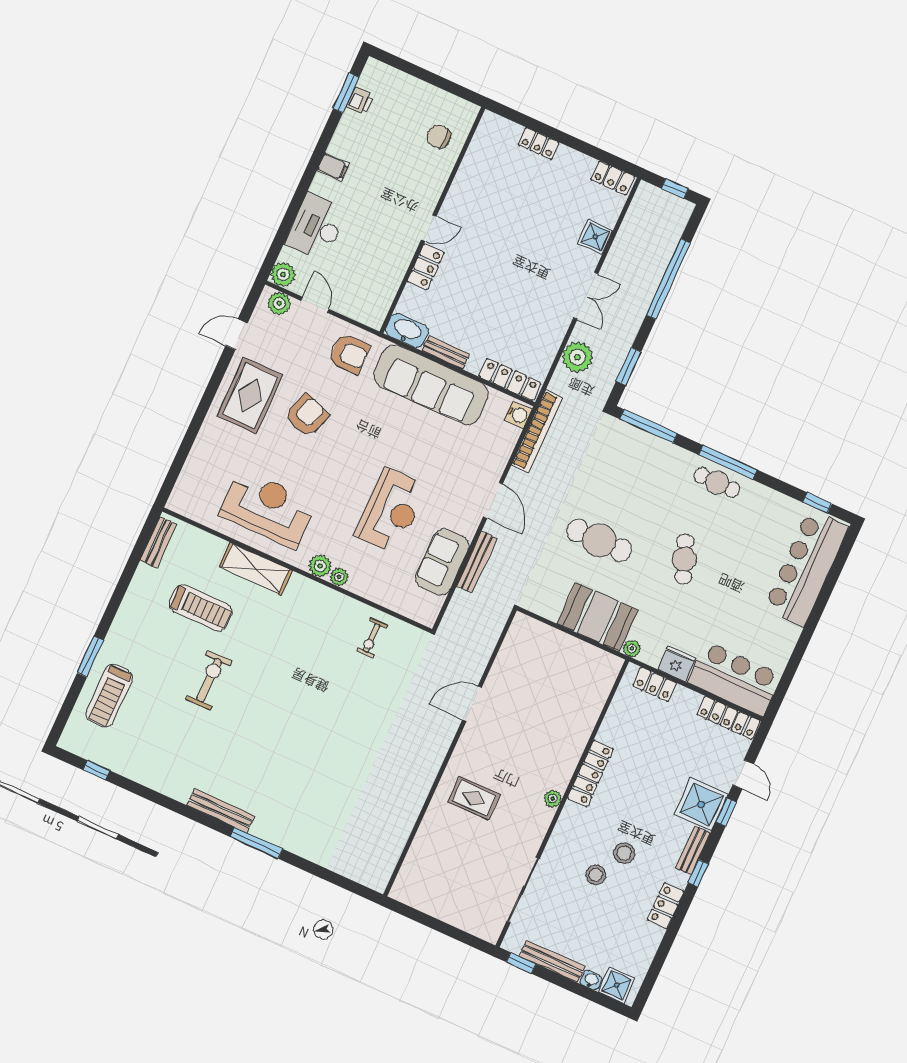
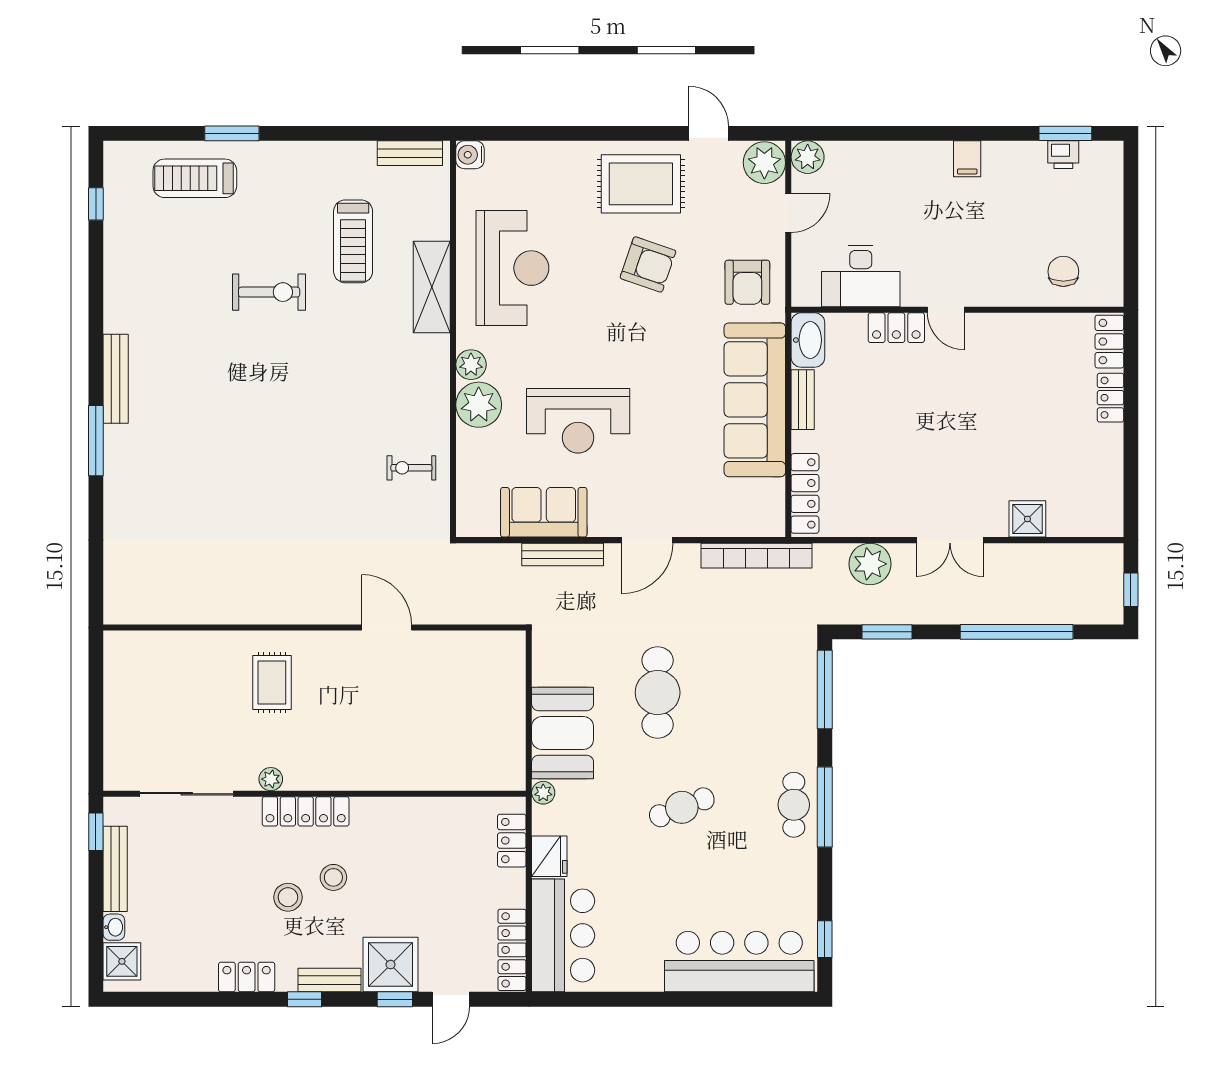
locker: (613, 178) -> (1109, 342), moved
desk: (316, 227) -> (861, 276), moved, turned 180
plant: (279, 303) -> (764, 163), width x1.36, depth x1.36
water cooler: (518, 415) -> (470, 155), moved, turned 90
plant: (339, 577) -> (479, 405), width x1.87, depth x1.87
locker: (590, 773) -> (306, 811), moved
plant: (553, 799) -> (271, 779), moved
stool: (596, 875) -> (333, 877), moved

